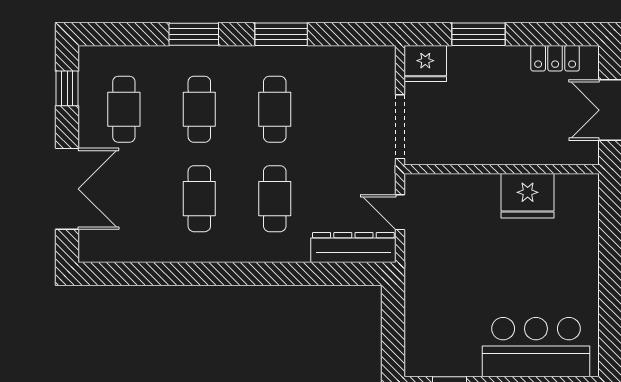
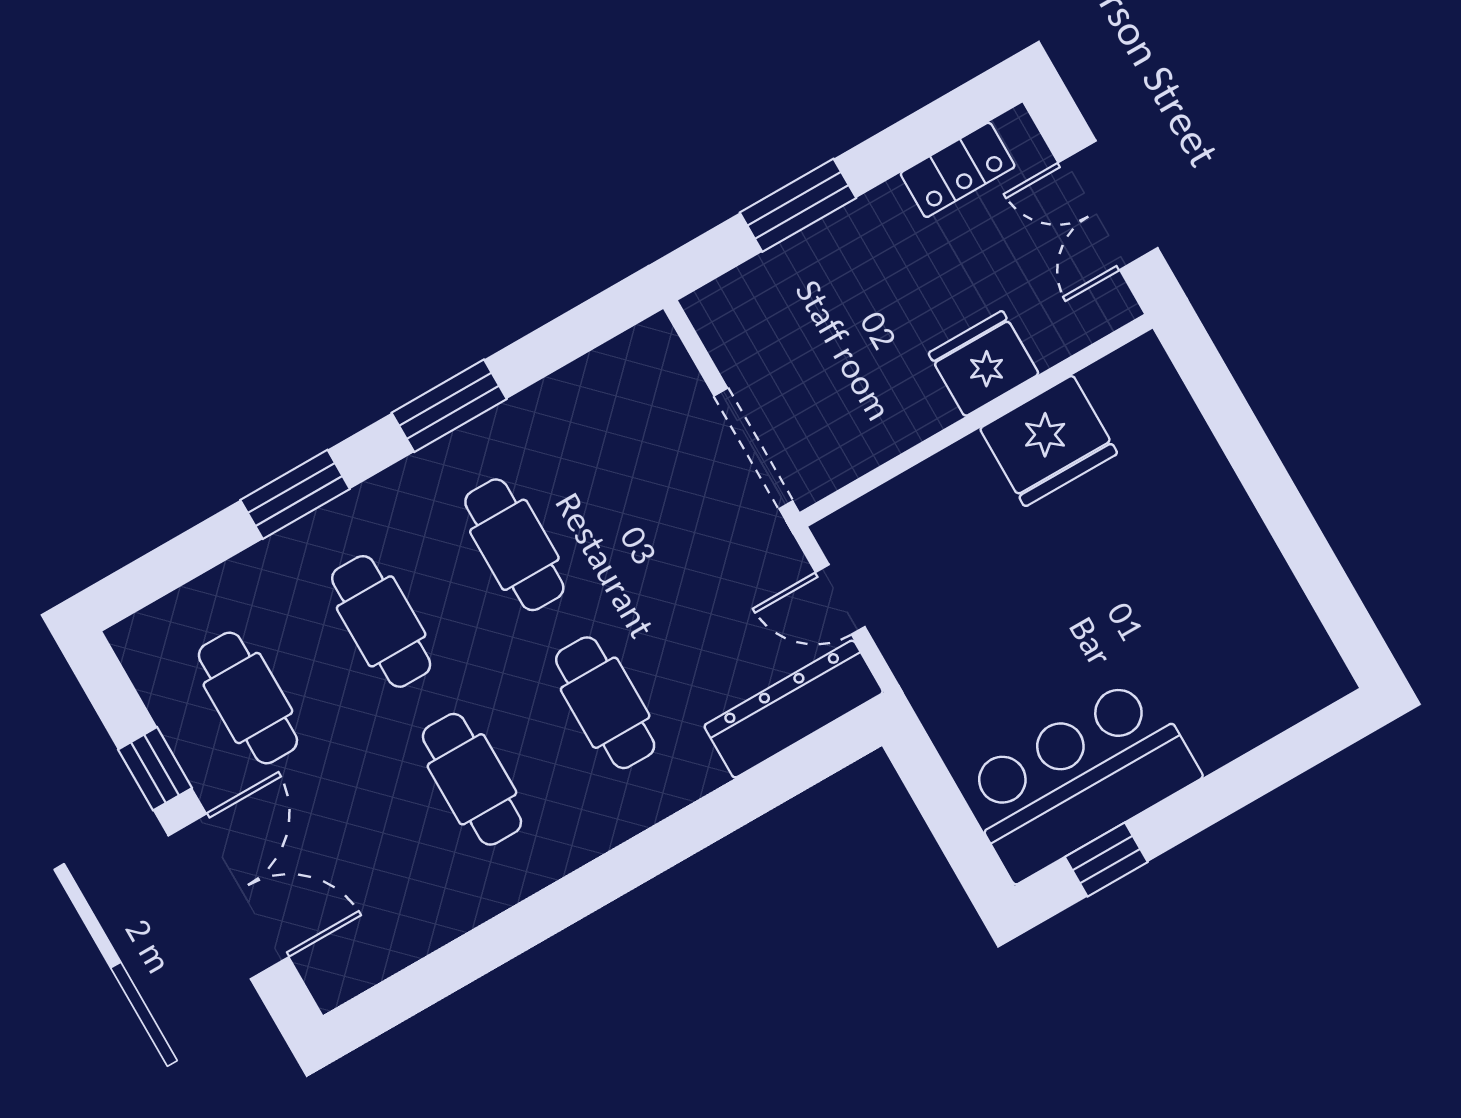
fridge: (425, 63) -> (984, 364), moved, turned 180
window: (67, 88) -> (155, 769), moved
bar counter: (536, 347) -> (1079, 779), moved

